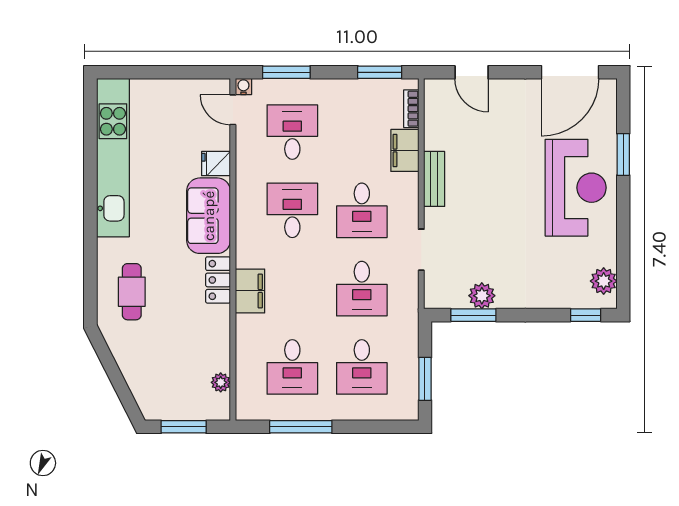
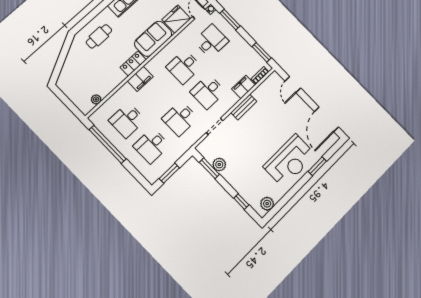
door: (570, 72) -> (326, 119), hinge flipped
fridge: (216, 164) -> (176, 19), width x1.88, depth x1.34
desk: (292, 210) -> (184, 67), turned 180
window: (586, 315) -> (241, 202), moved
window: (184, 427) -> (66, 101), removed
window: (301, 427) -> (108, 144), width x1.46

